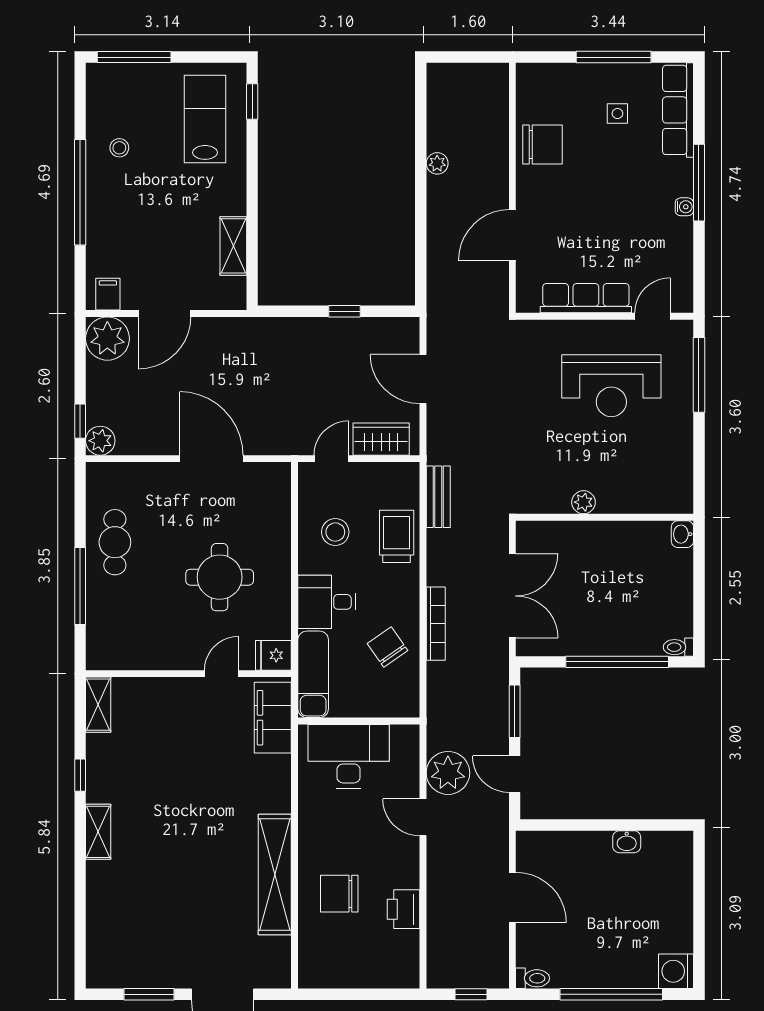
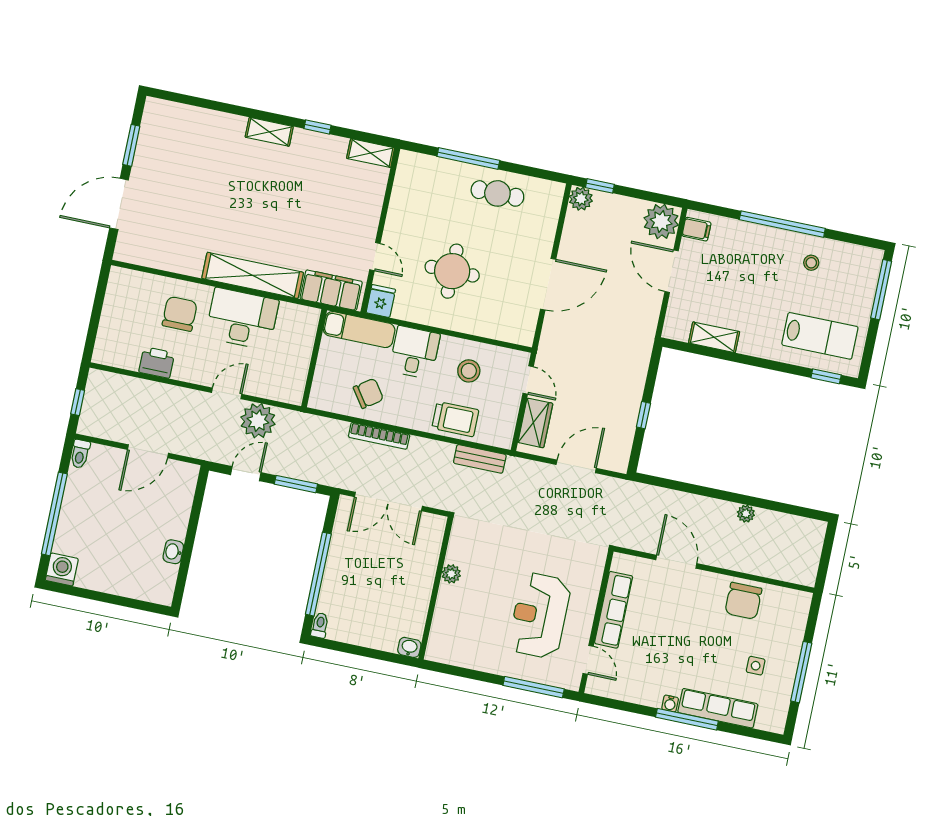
row of seats: (678, 110) -> (718, 708), moved
desk: (349, 756) -> (242, 319), moved, turned -90
shelving: (275, 874) -> (253, 275), moved

